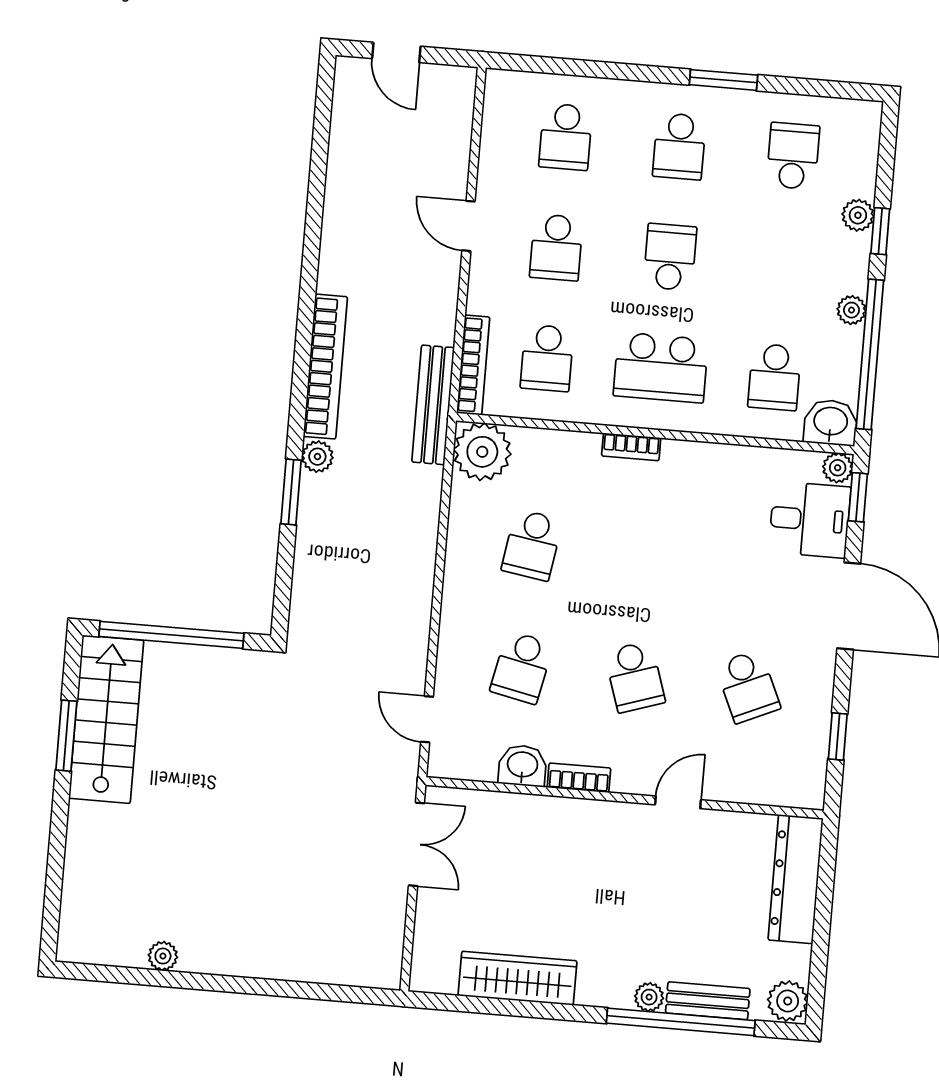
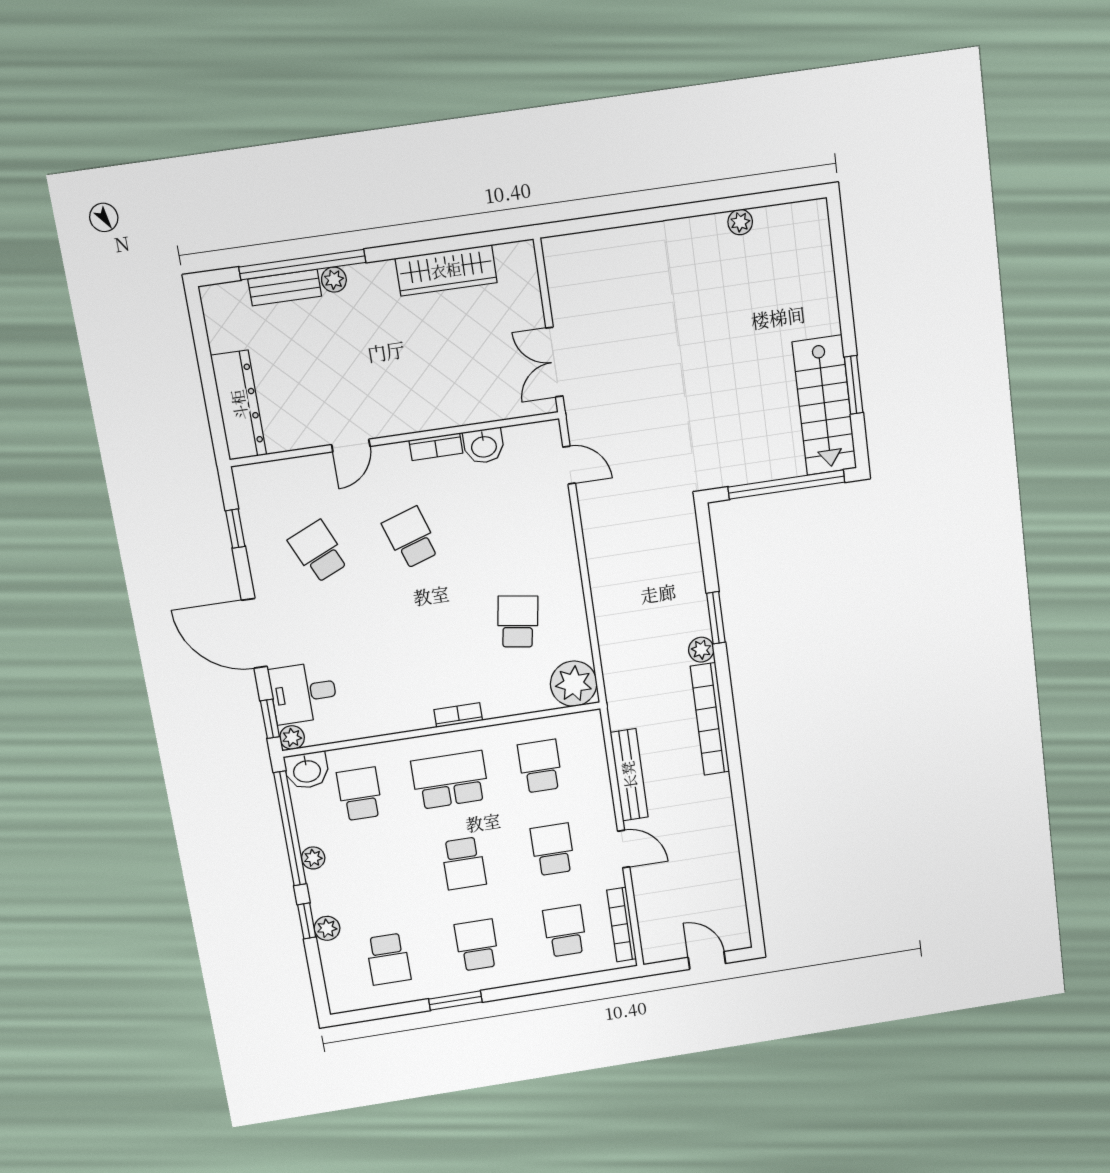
bookcase: (473, 365) -> (622, 925), moved
bench: (433, 405) -> (629, 775), moved
school desk: (522, 667) -> (503, 524), removed
plant: (788, 1001) -> (218, 303), removed

